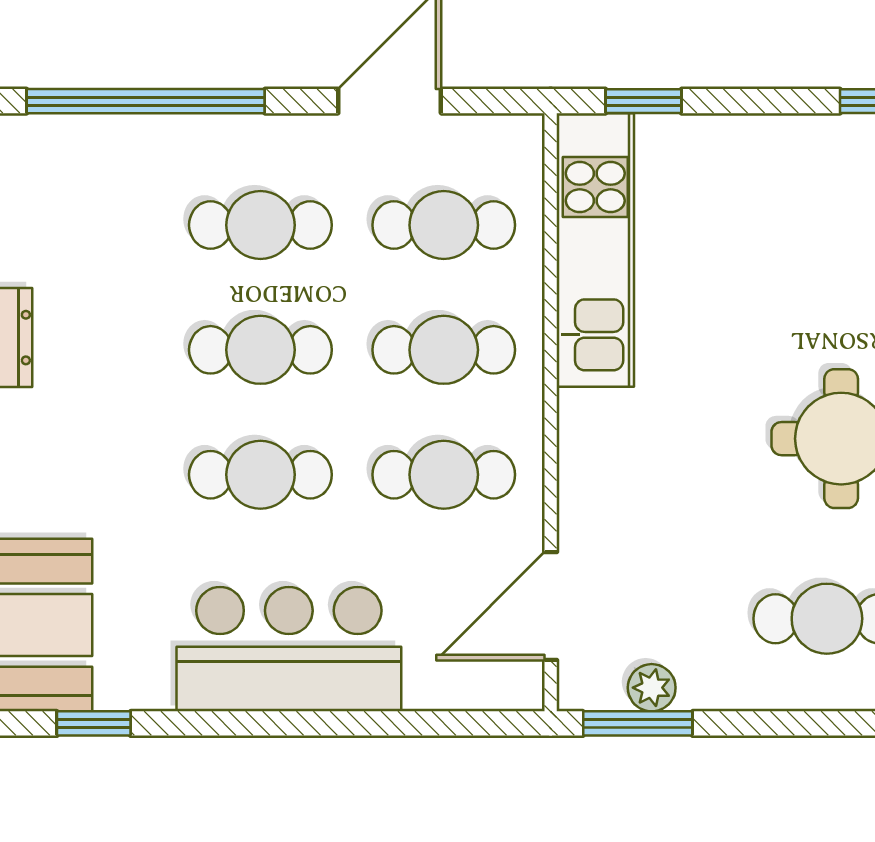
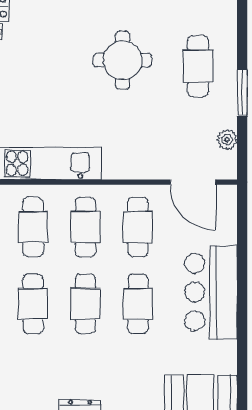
window: (94, 723) -> (242, 374), removed
window: (638, 723) -> (242, 93), moved

